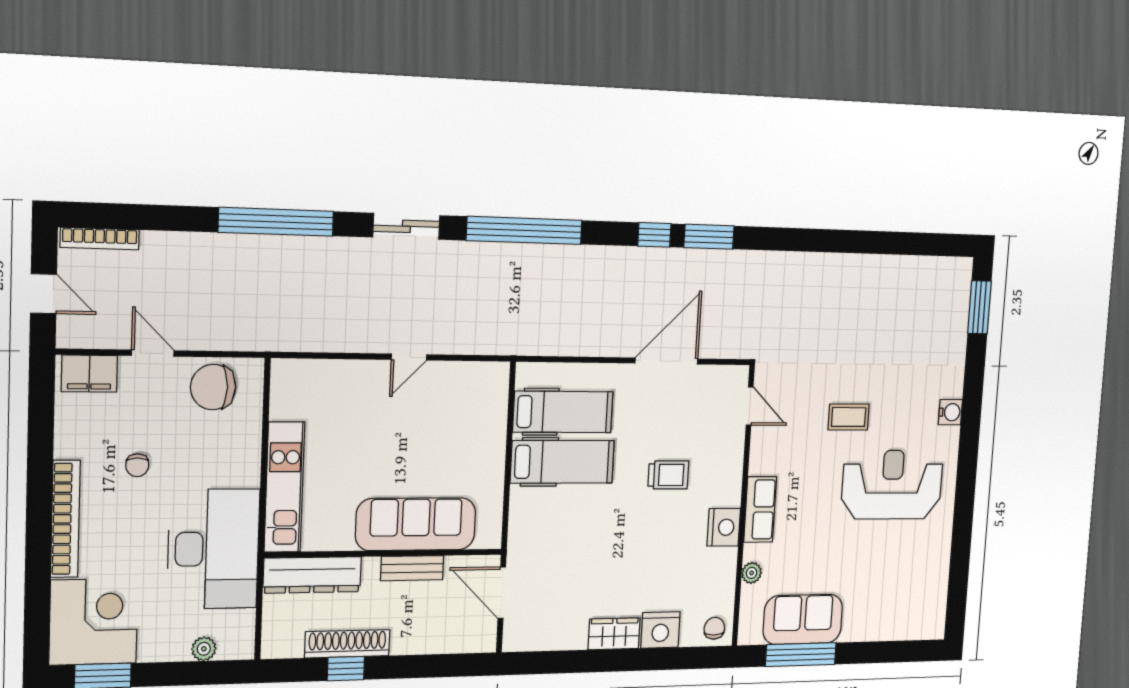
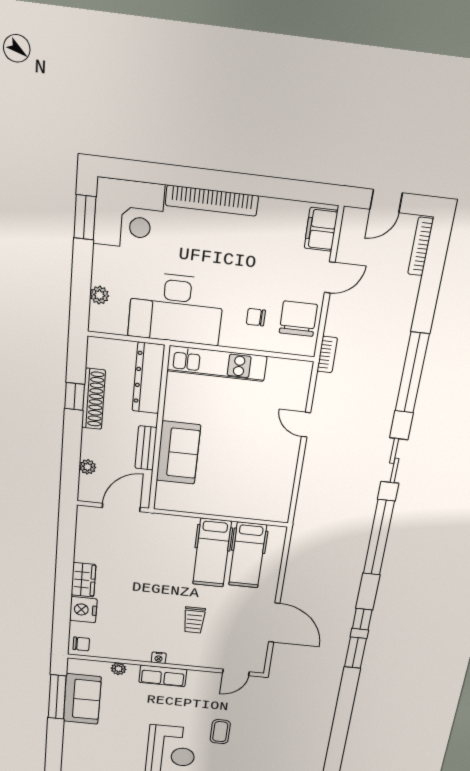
bookcase: (260, 341) -> (327, 355), added
door: (409, 357) -> (306, 425), moved
chair: (137, 465) -> (256, 317), moved
sofa: (416, 524) -> (178, 453), width x0.73
nightstand: (724, 527) -> (159, 658), width x0.53, depth x0.56
plant: (445, 643) -> (88, 467), added

